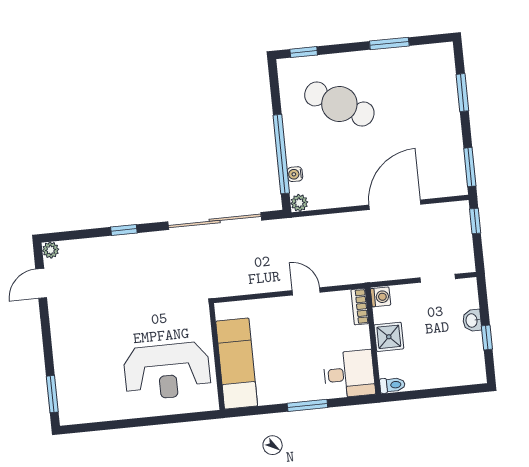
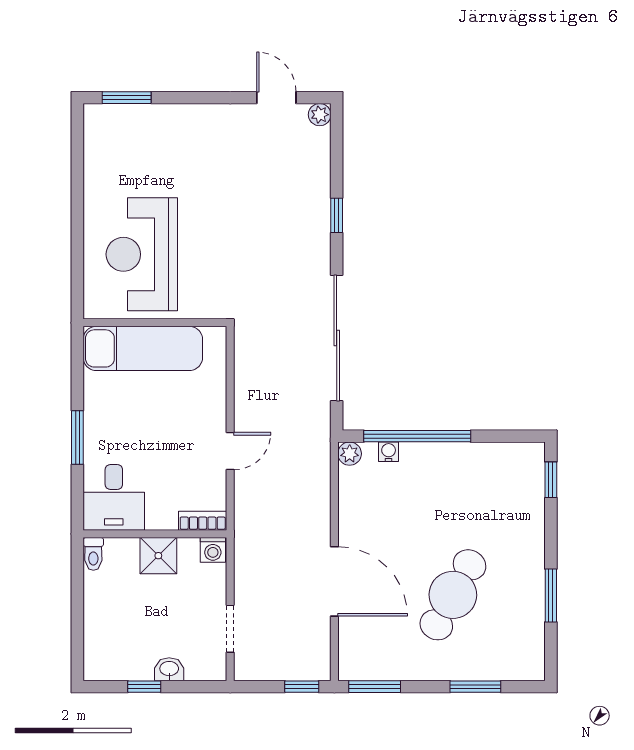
cafe table: (339, 104) -> (453, 595), moved

